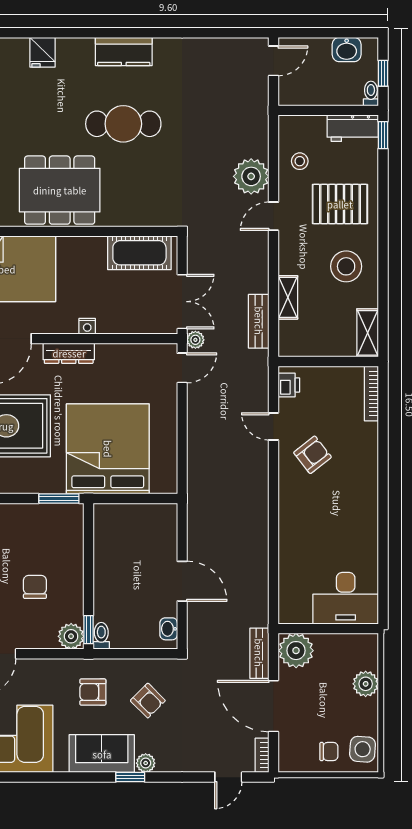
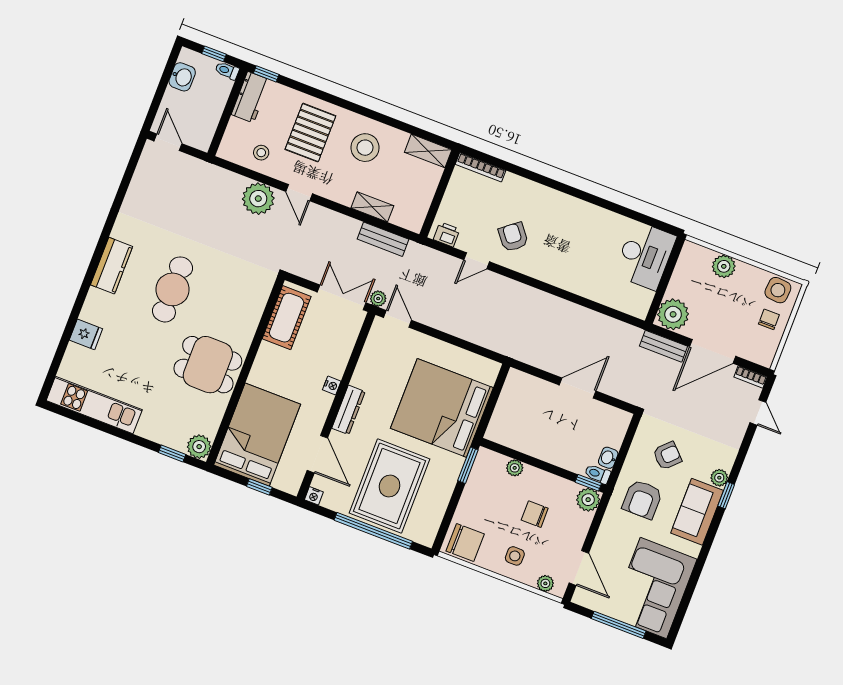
dining table: (60, 190) -> (208, 365), width x0.73
plant: (75, 548) -> (515, 468), added
washbasin: (169, 629) -> (608, 458), moved, turned 90
armchair: (93, 692) -> (642, 499), width x1.38, depth x1.38

